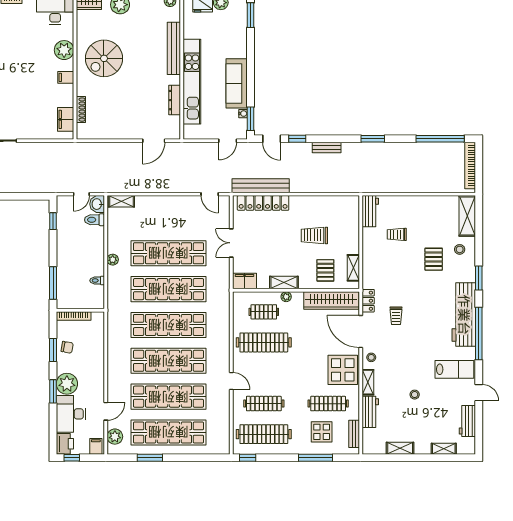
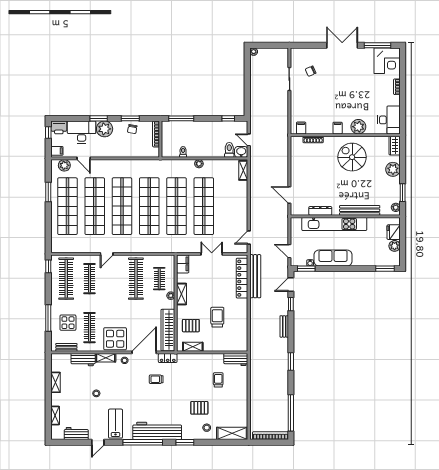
filing cabinet: (66, 119) -> (301, 128), width x0.50
lab bench: (454, 369) -> (115, 424), turned 180

